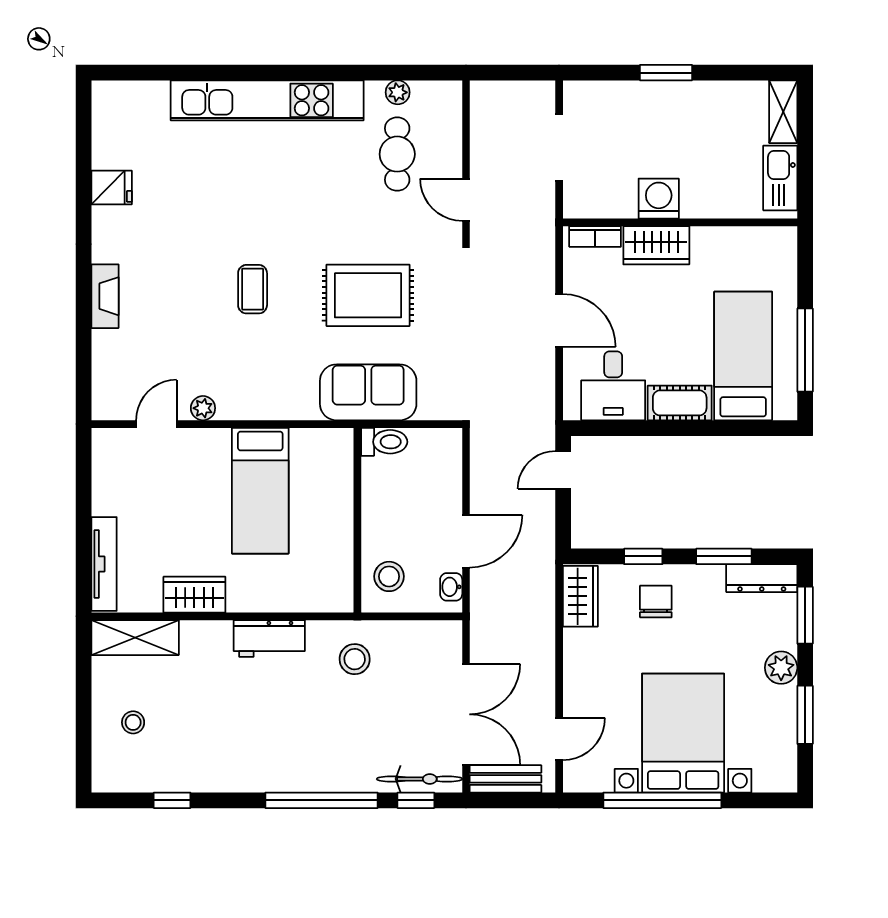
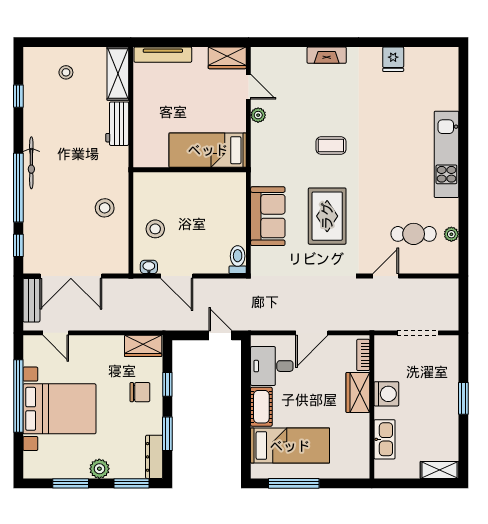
kitchen unit: (267, 100) -> (446, 154), width x0.73
kitchen sink: (780, 178) -> (384, 439), moved, turned 90
toilet: (384, 442) -> (238, 260), moved, turned 180
wall: (357, 520) -> (190, 170), moved
wardrobe: (194, 595) -> (227, 58), moved, turned 90
workbench: (269, 639) -> (117, 124), moved
bicycle: (419, 779) -> (31, 163), moved

